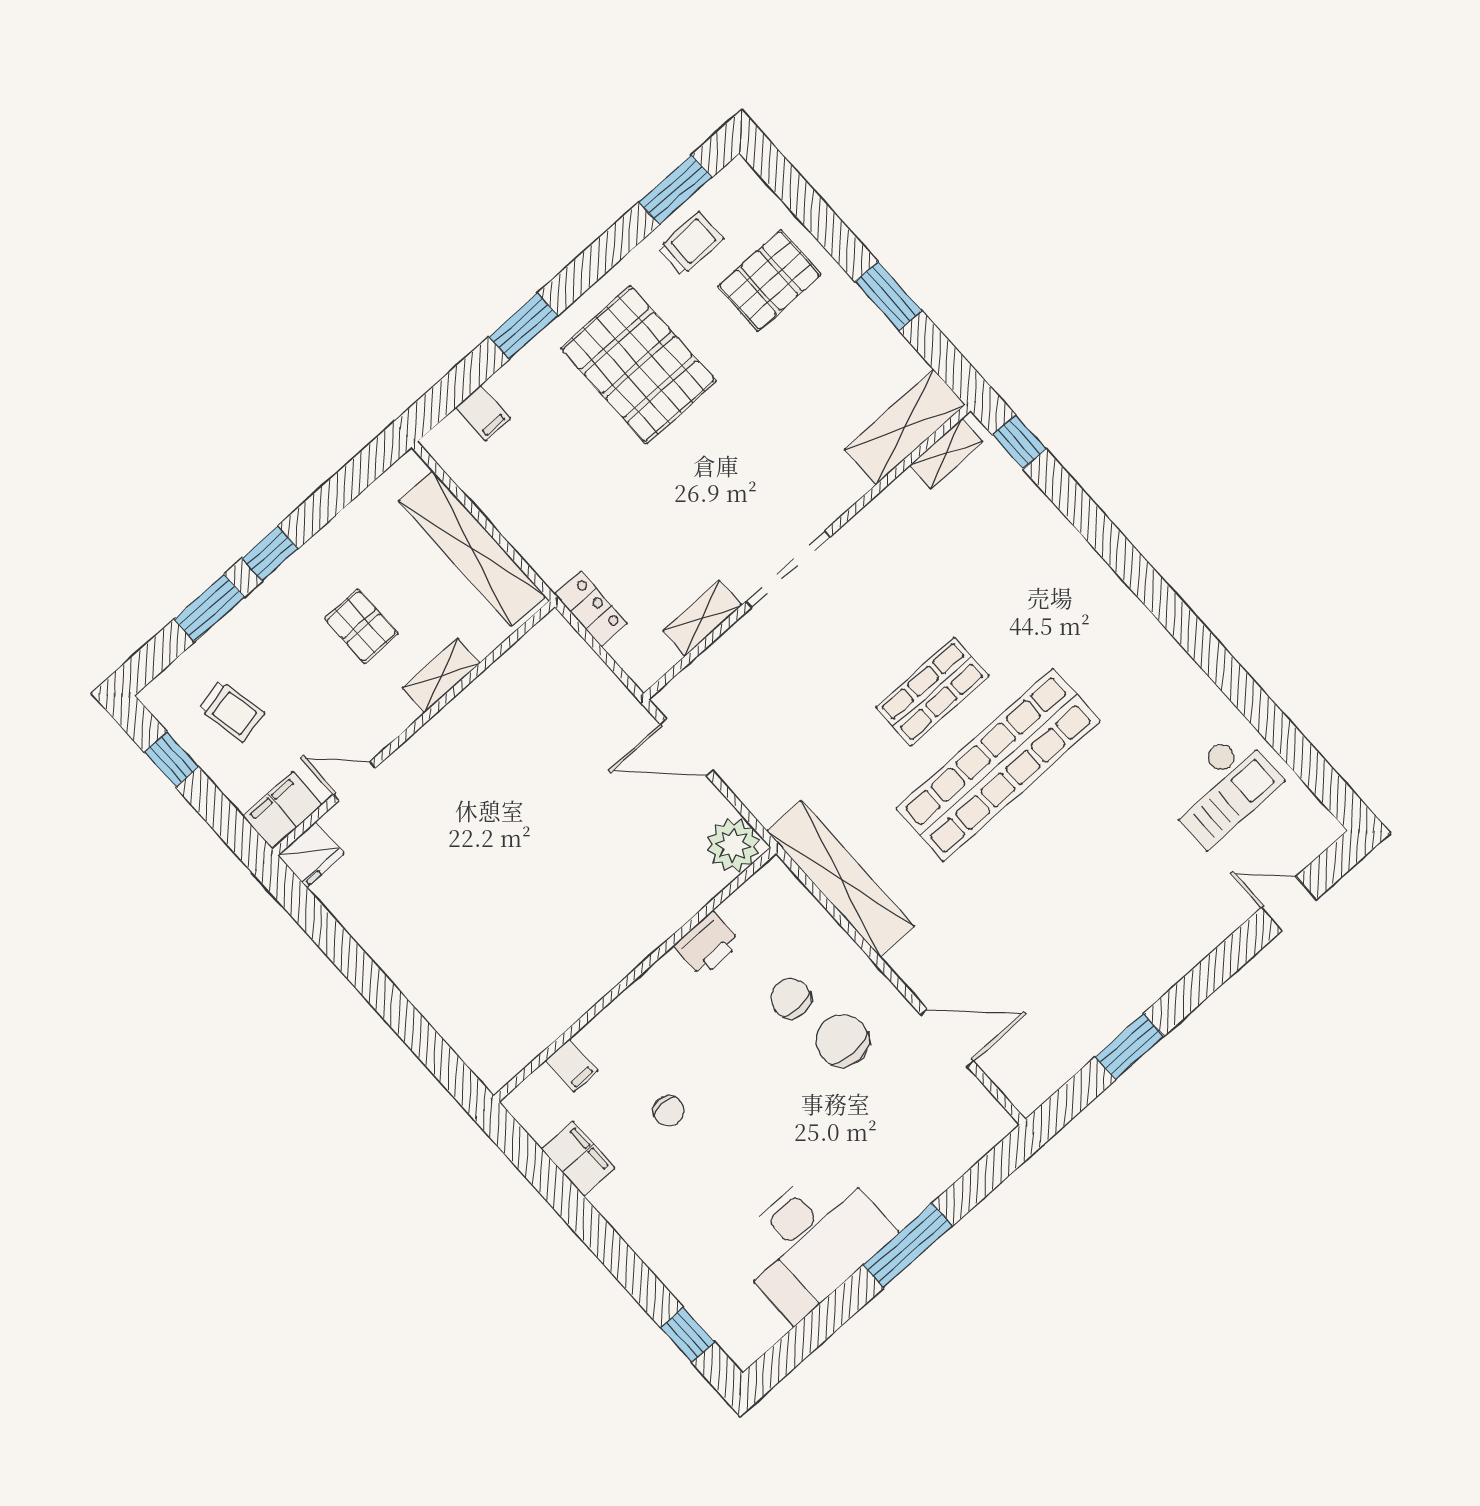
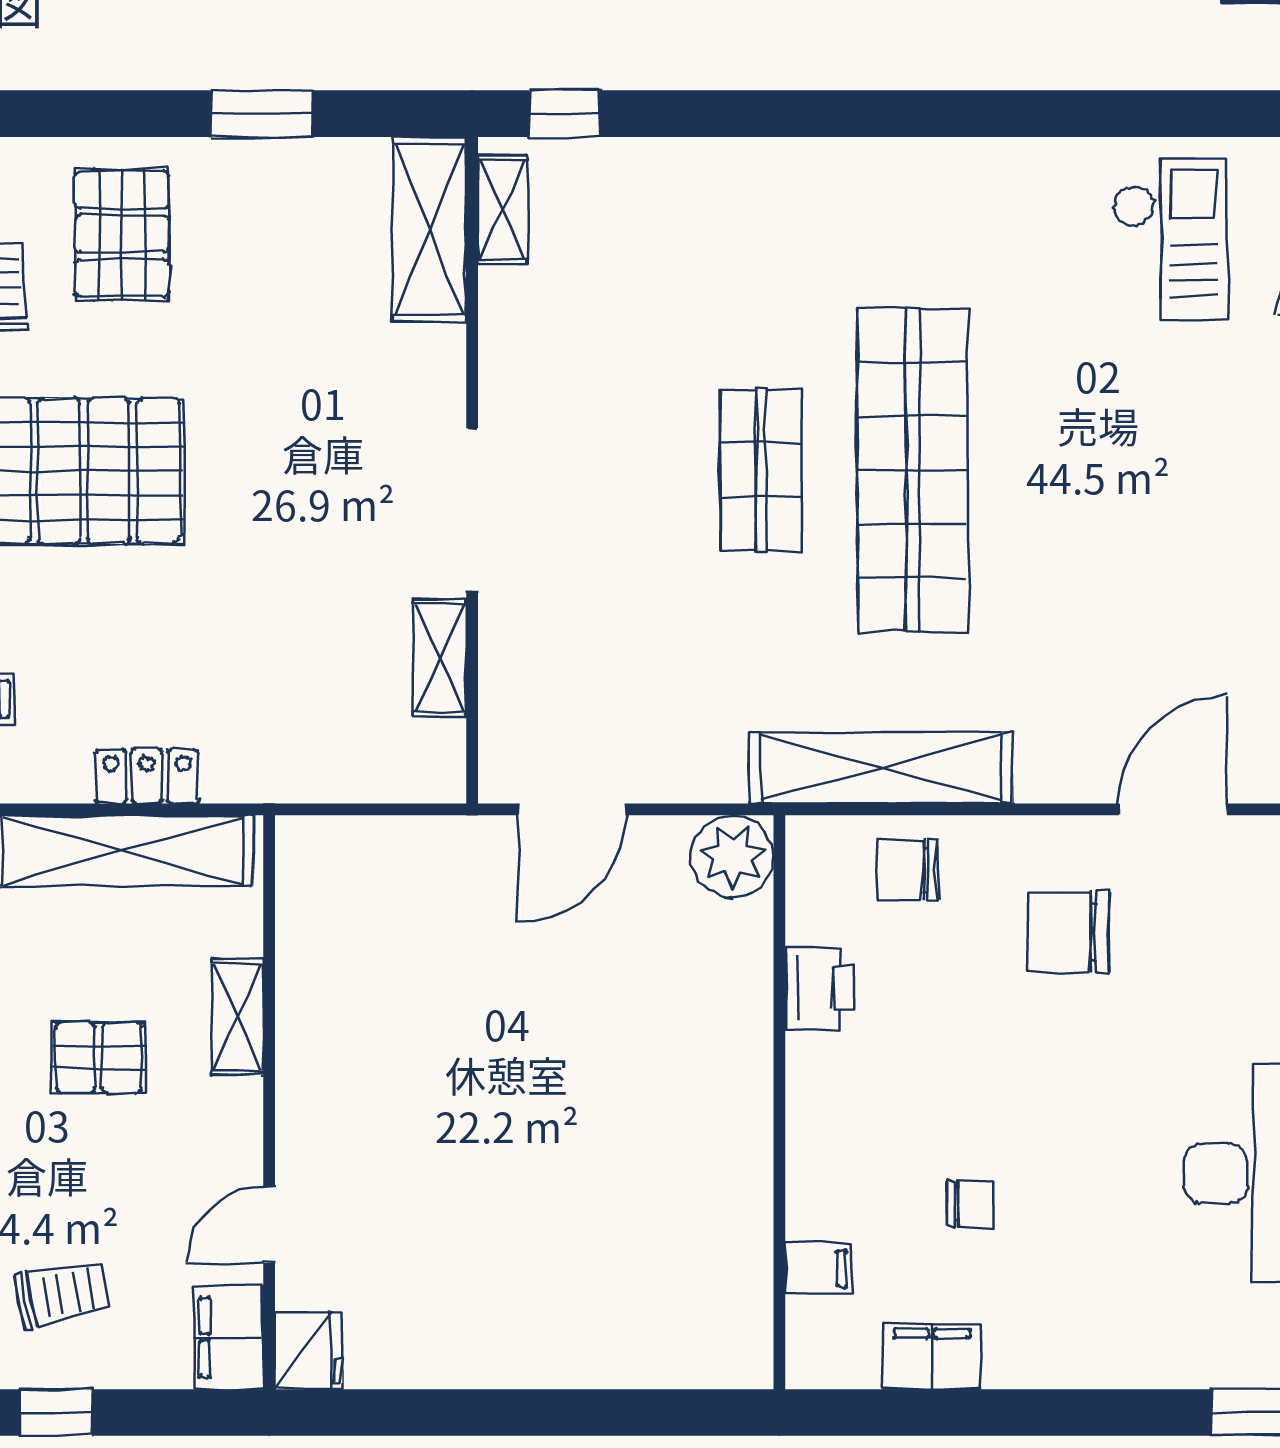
locker: (591, 609) -> (147, 776), moved
chair: (791, 998) -> (907, 870), moved

